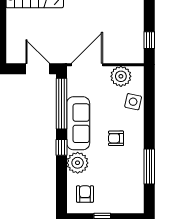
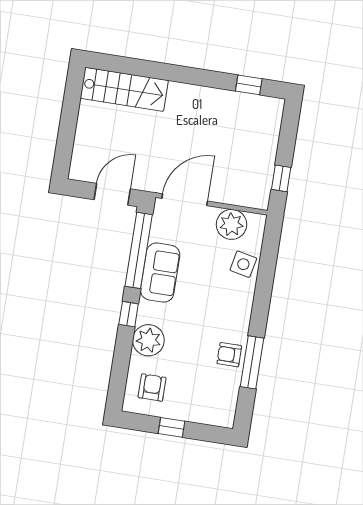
door: (38, 69) -> (112, 194), hinge flipped
sofa: (78, 123) -> (160, 273), width x0.73
armchair: (116, 138) -> (229, 355), moved

